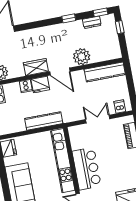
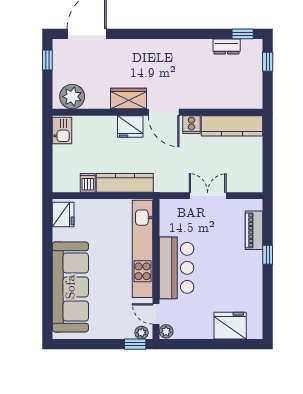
window: (69, 18) -> (193, 34), removed
plant: (82, 57) -> (201, 96), removed
cooker: (26, 86) -> (191, 125), moved
dishwasher: (120, 107) -> (88, 183), moved

